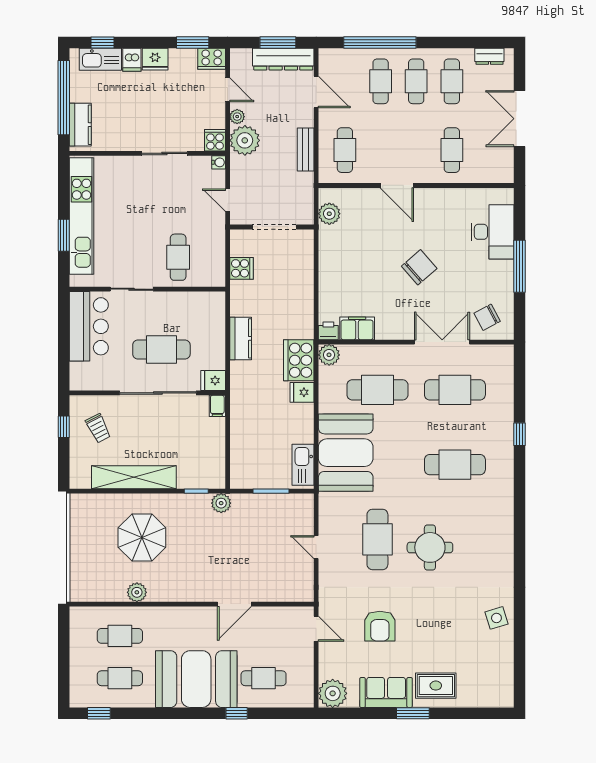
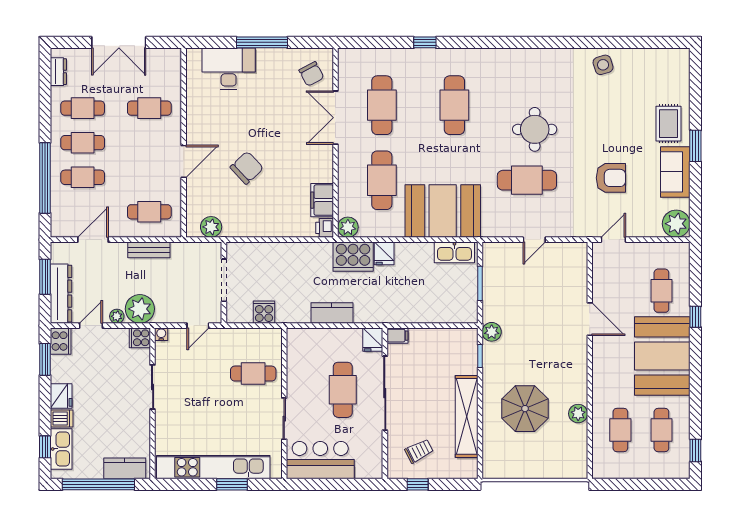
dresser: (283, 59) -> (61, 294), moved
chair: (419, 267) -> (247, 168), moved, turned 88

